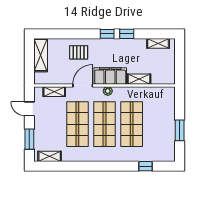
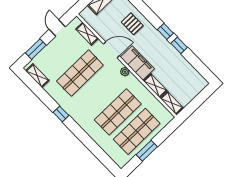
shelving: (158, 43) -> (172, 103), moved
shop shelf: (105, 124) -> (137, 131), moved
window: (145, 166) -> (61, 114), moved

